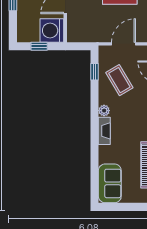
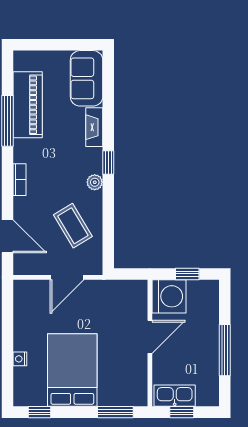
window: (95, 72) -> (108, 163), moved
fireplace: (104, 131) -> (94, 127), moved

